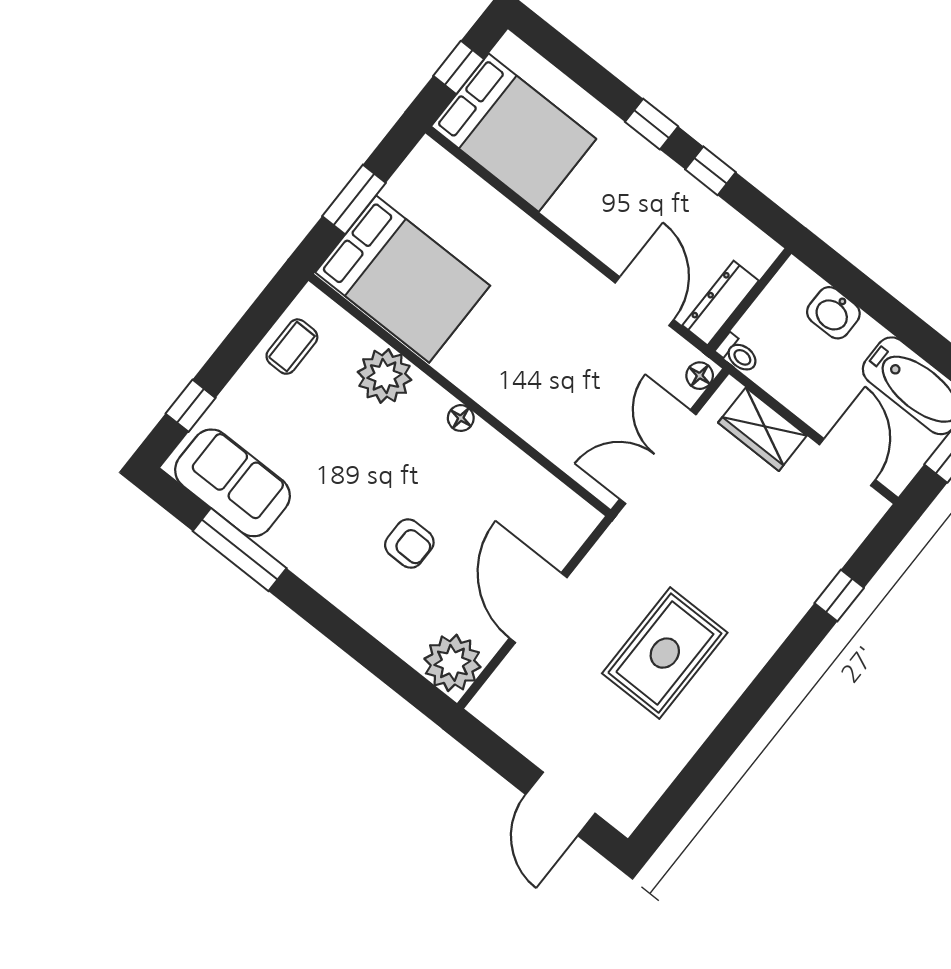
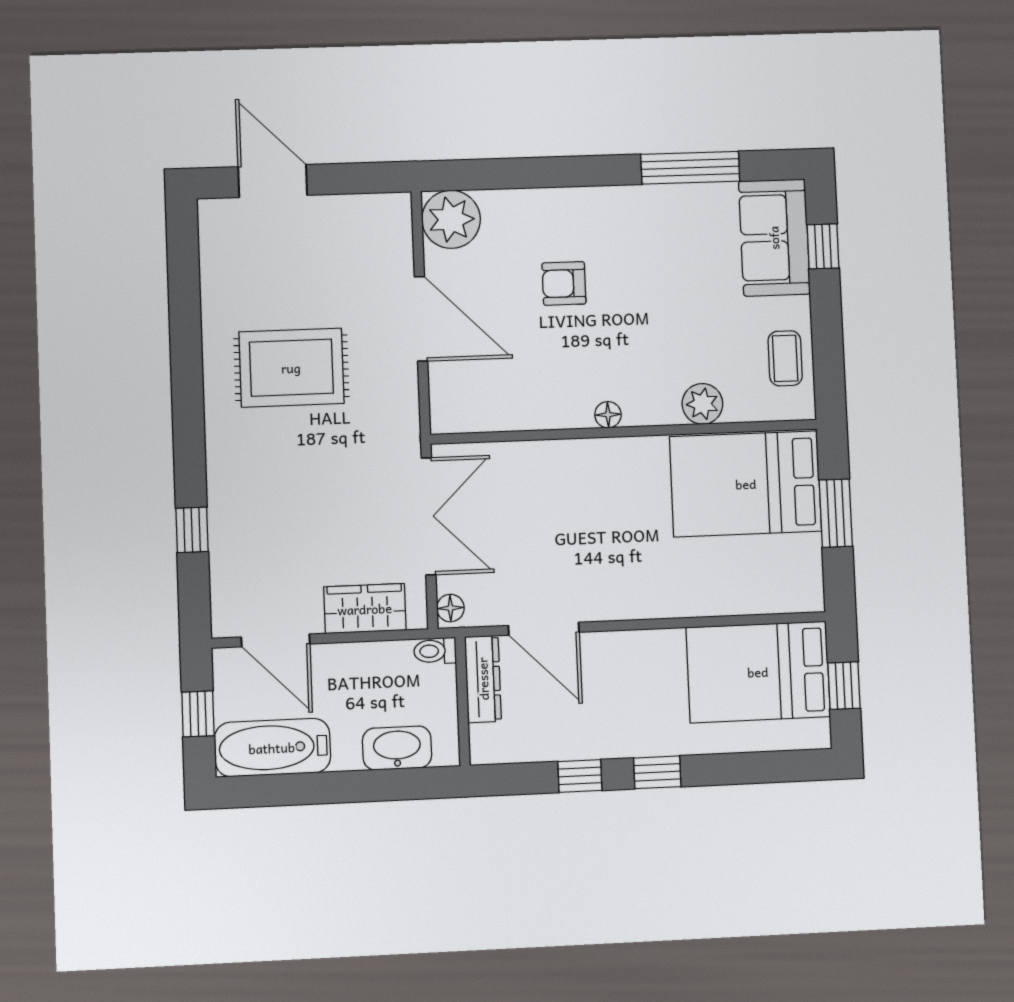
washbasin: (833, 313) -> (397, 748), width x1.38
plant: (385, 376) -> (702, 404), width x0.73, depth x0.73
sofa: (232, 483) -> (774, 238), moved, turned 90
rug: (665, 653) -> (291, 368), turned 90

